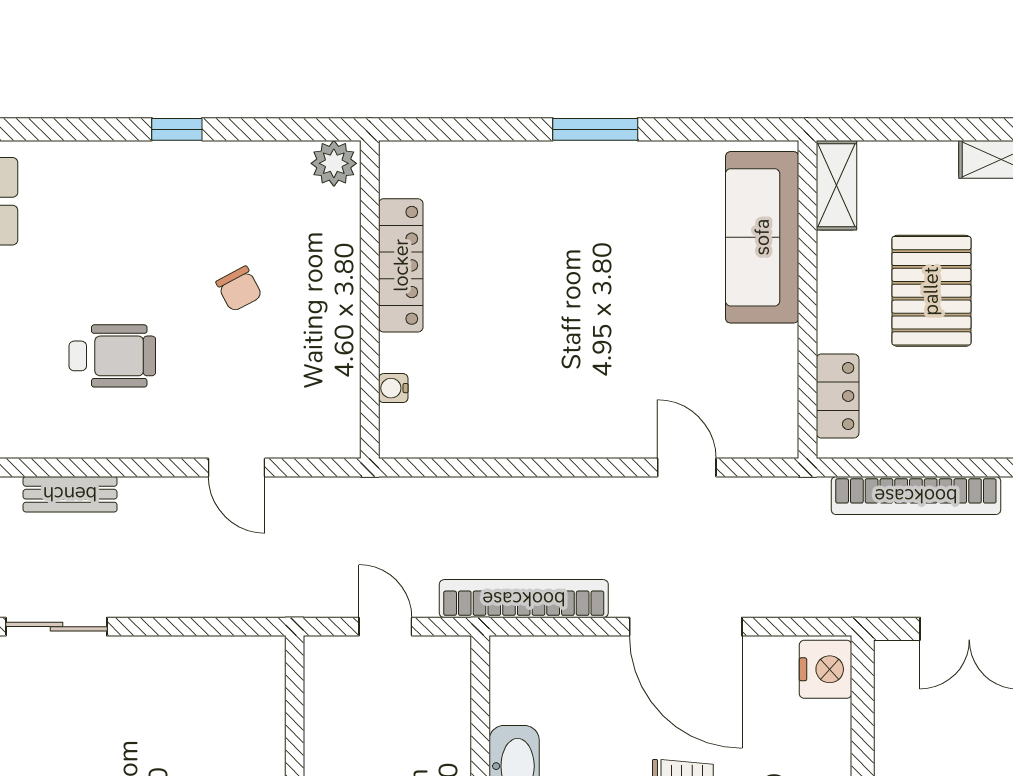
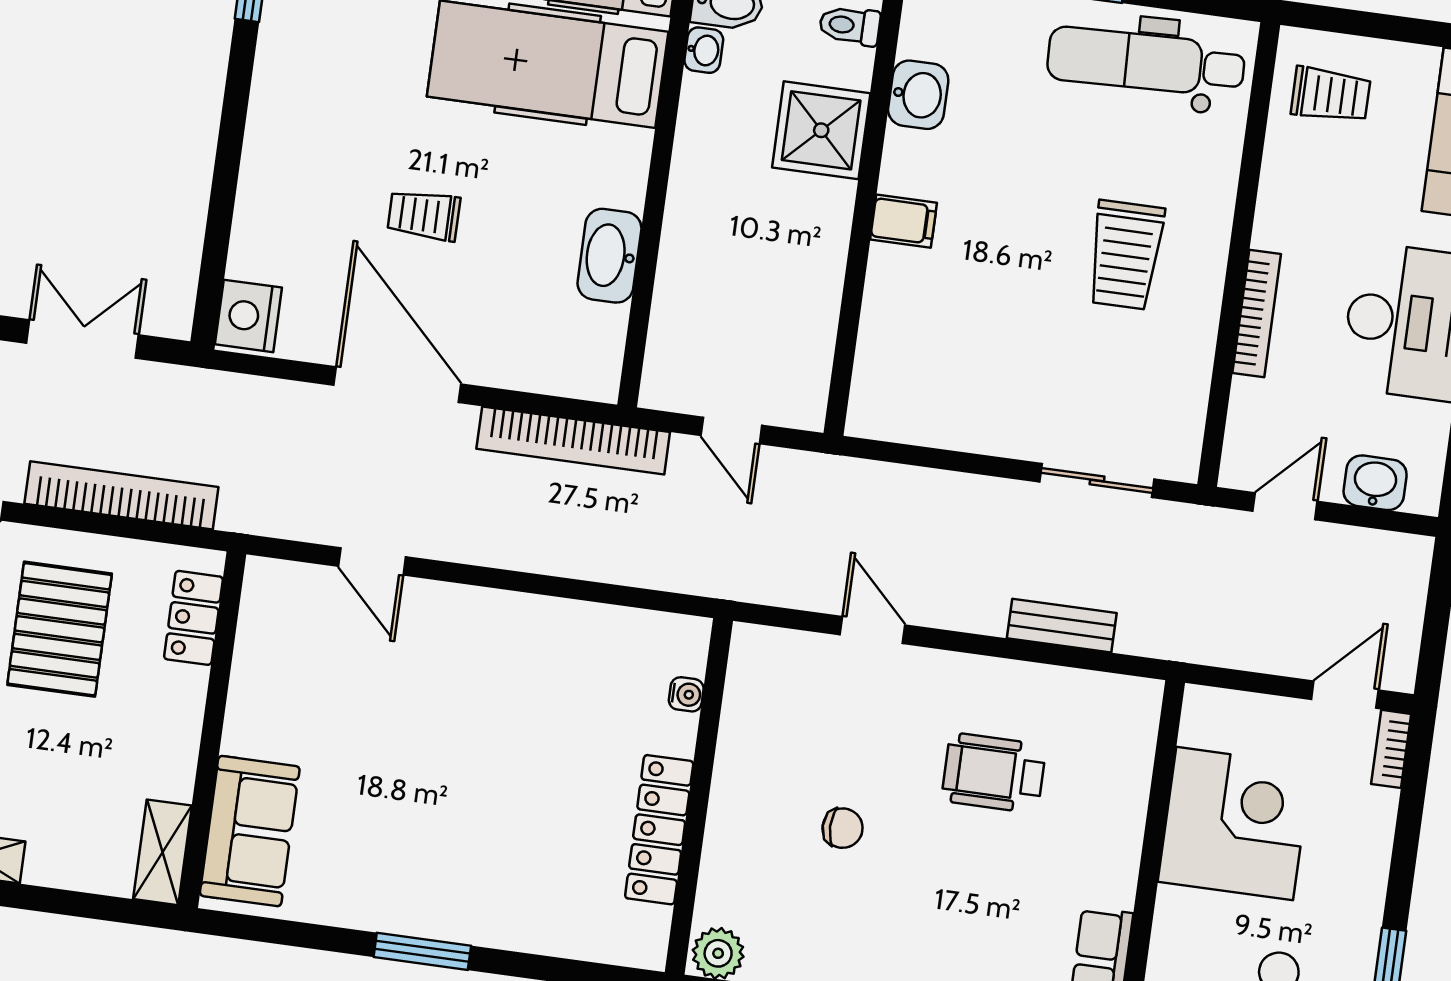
sofa: (762, 237) -> (250, 831), width x0.73
chair: (239, 289) -> (843, 828), turned 118
pallet: (931, 291) -> (60, 629), moved

